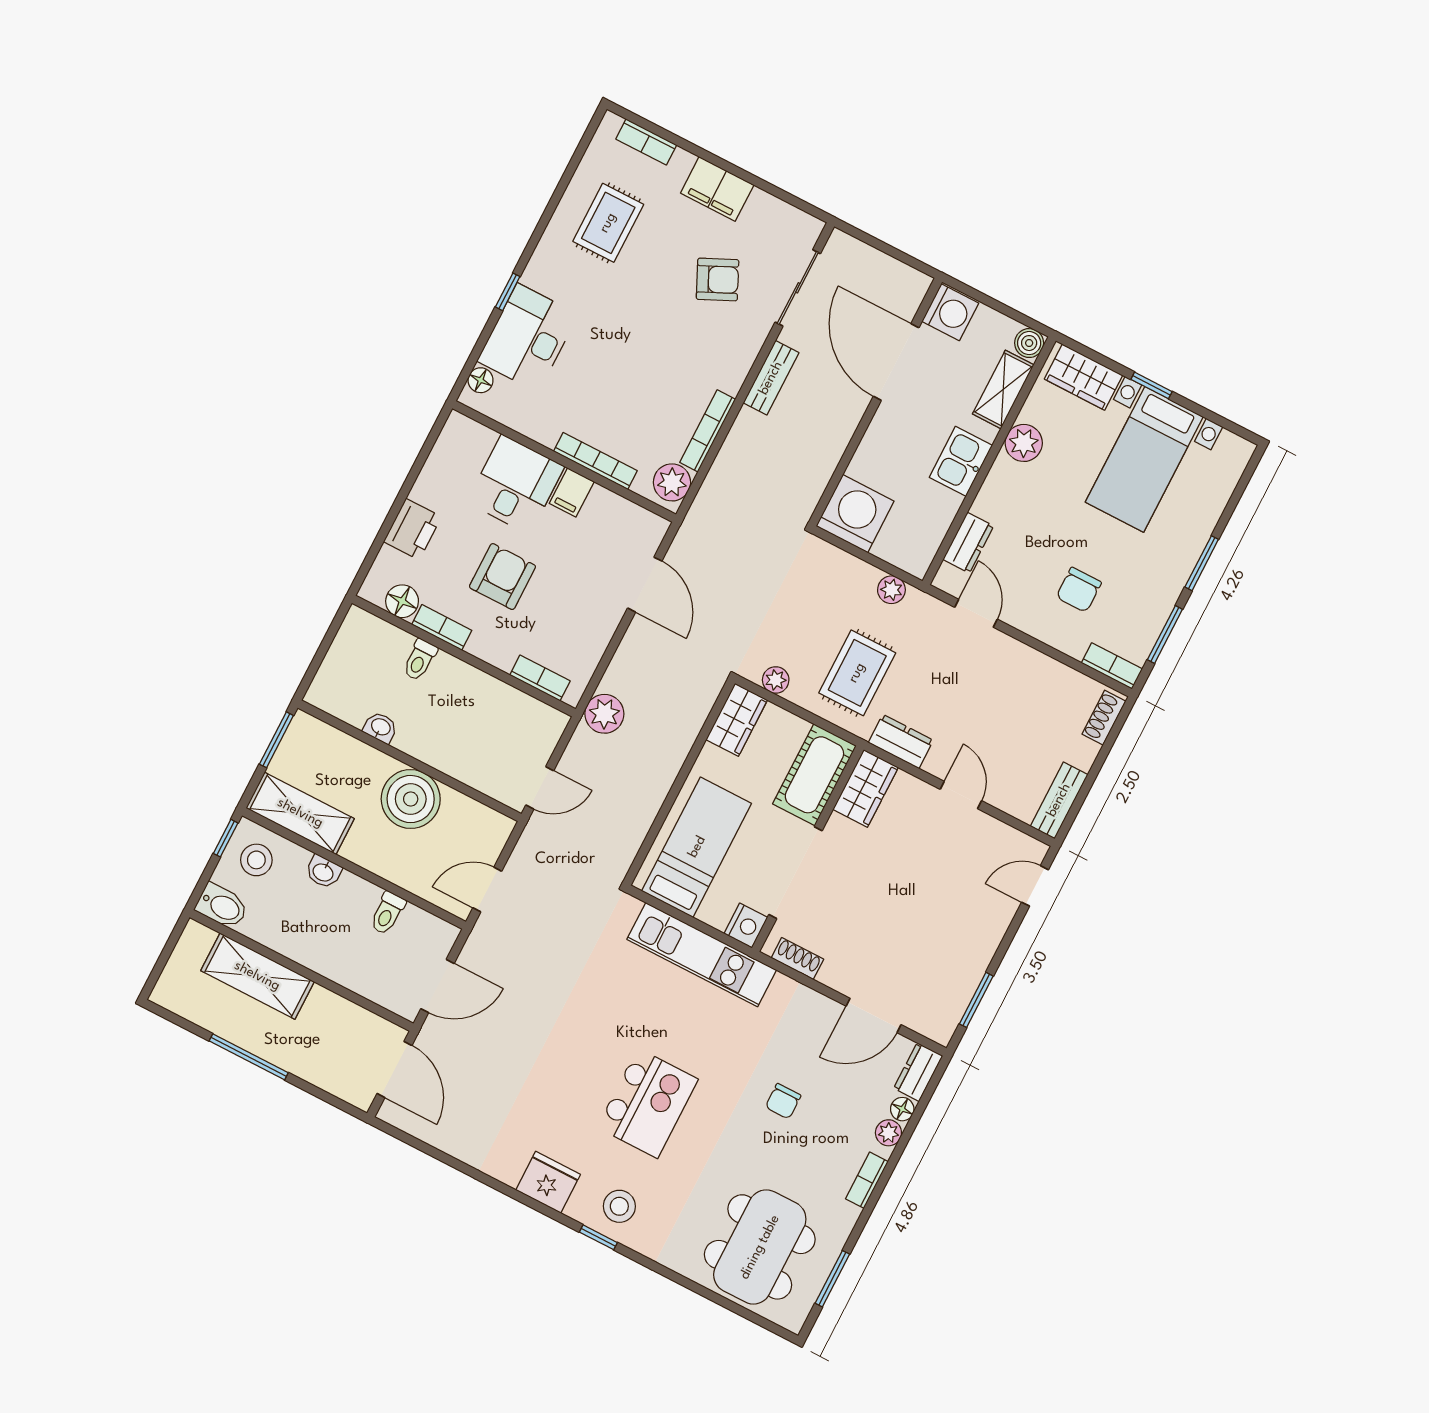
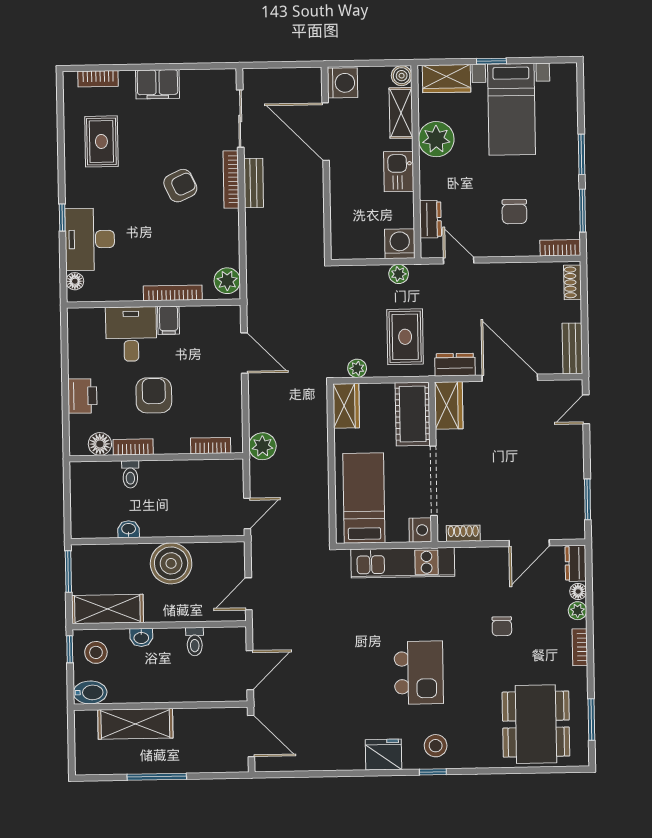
armchair: (718, 279) -> (180, 186), moved
bookcase: (708, 431) -> (231, 179), moved
plant: (1024, 443) -> (436, 139), width x1.36, depth x1.36
washing machine: (855, 514) -> (400, 244), moved, width x0.73, depth x0.73
door: (961, 795) -> (510, 378), width x1.88

